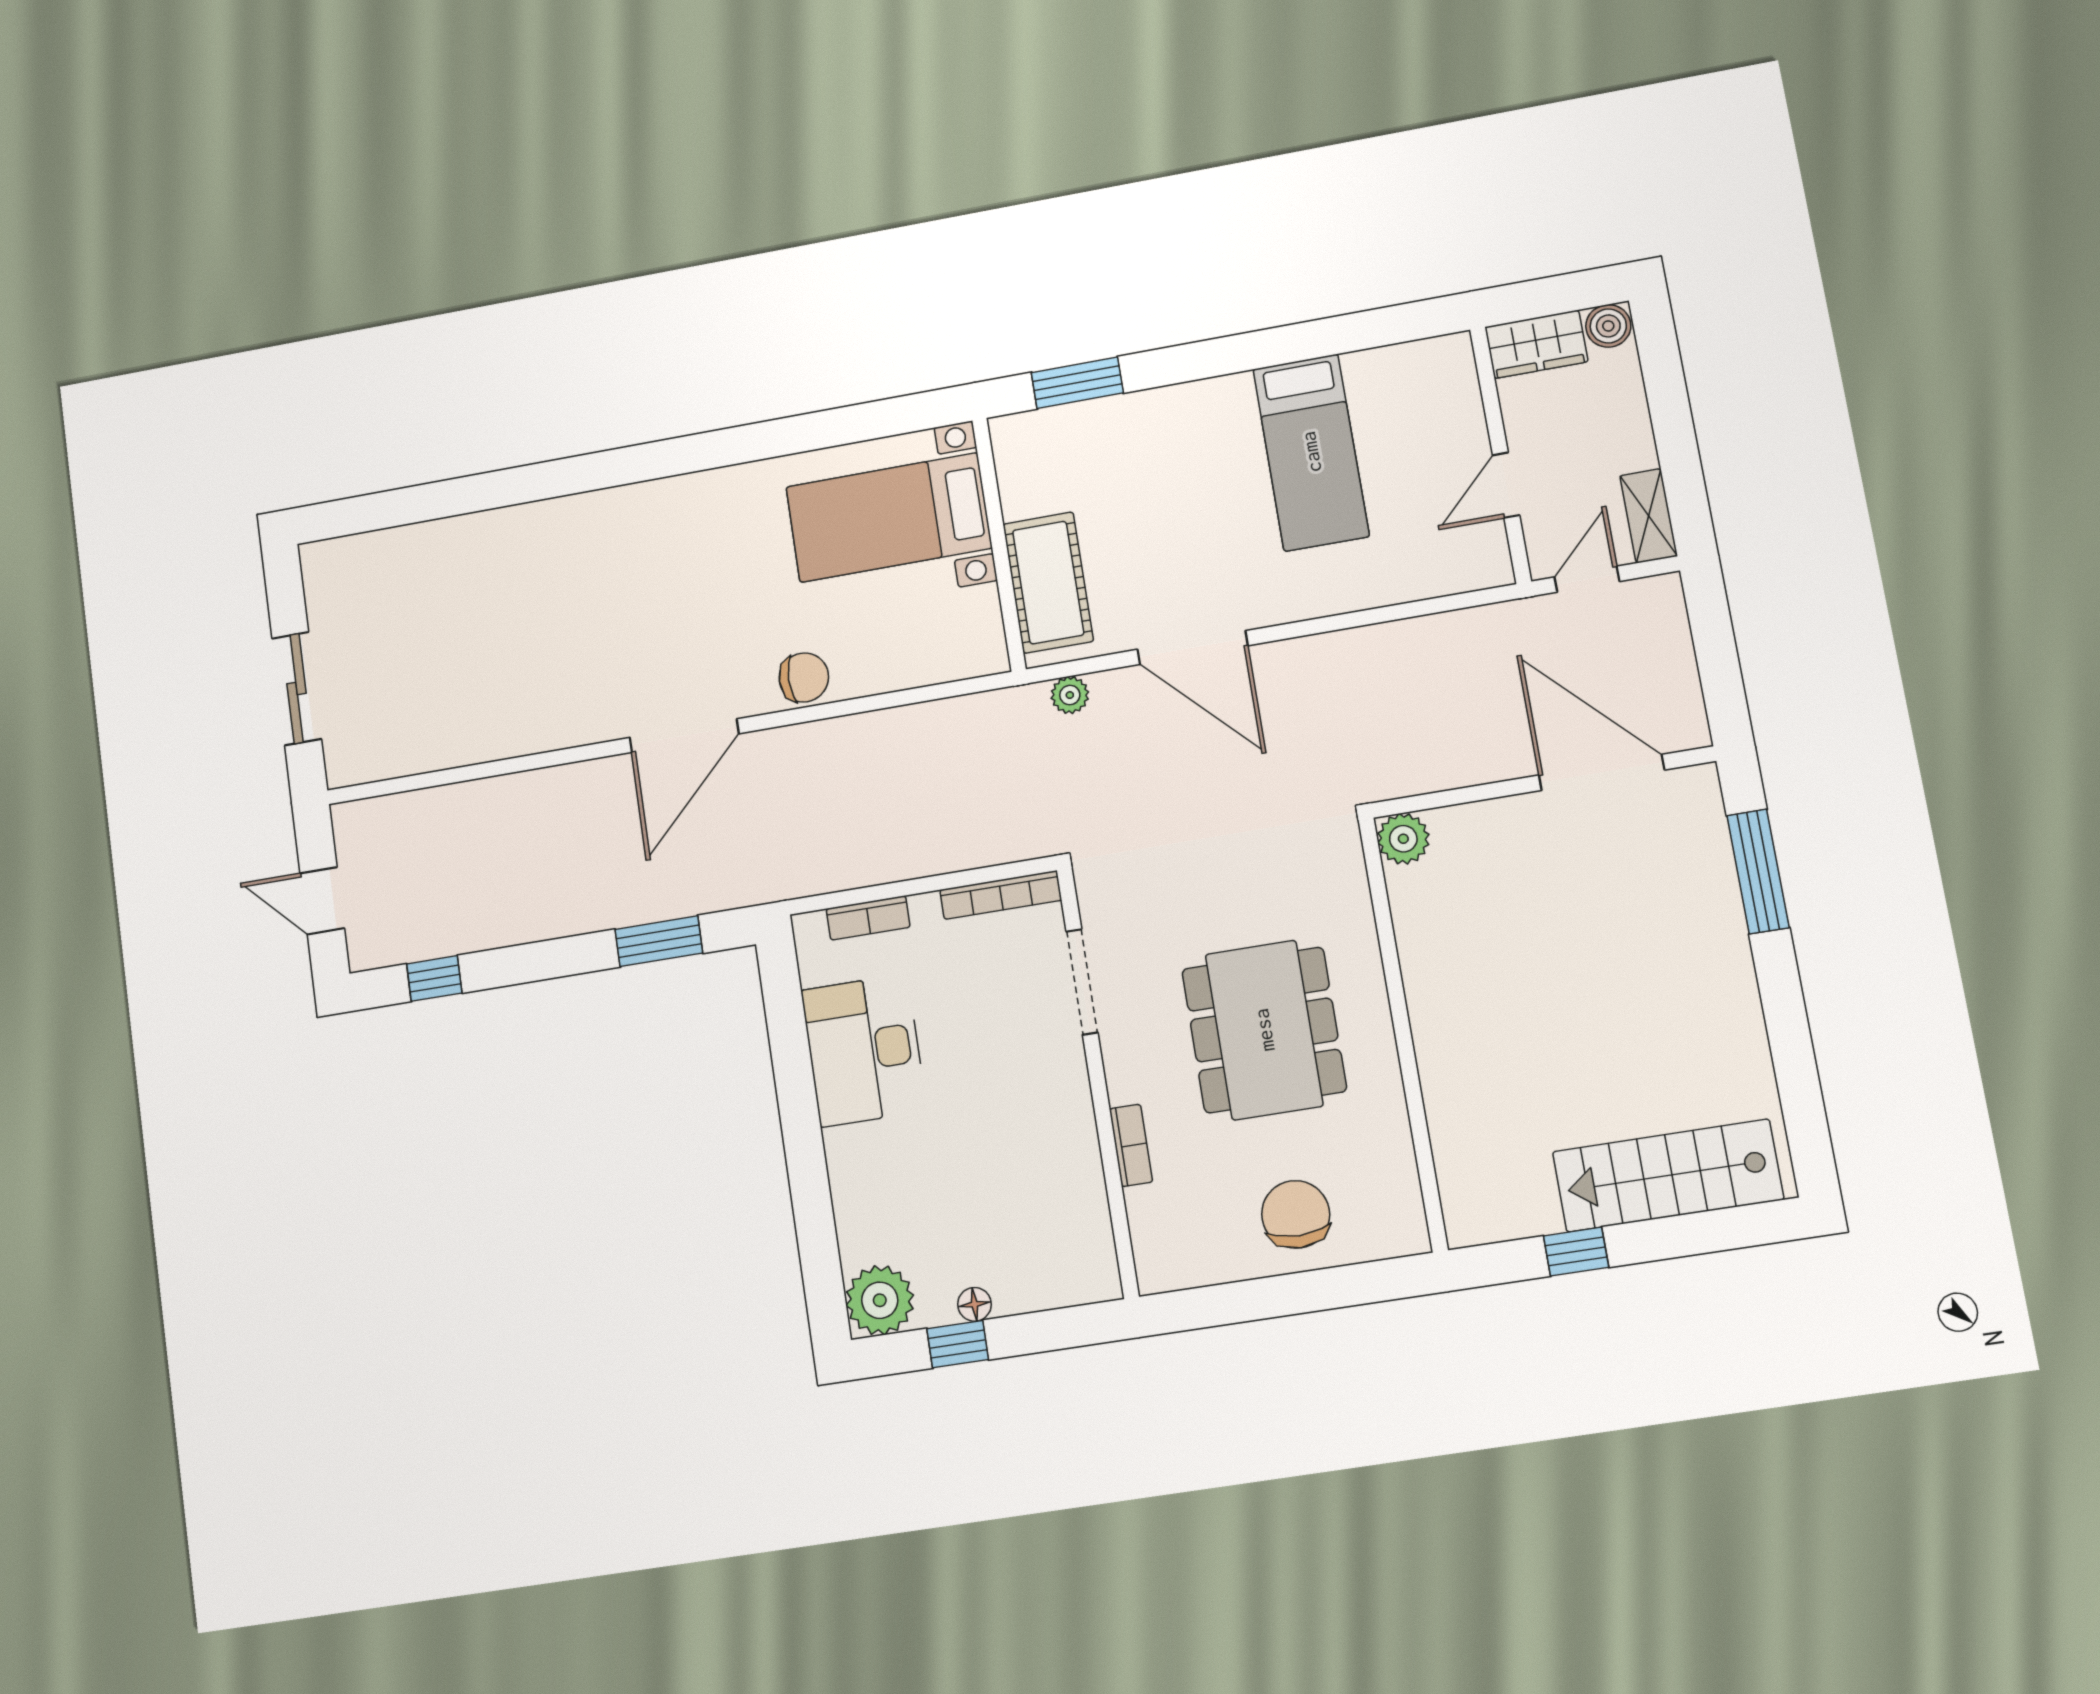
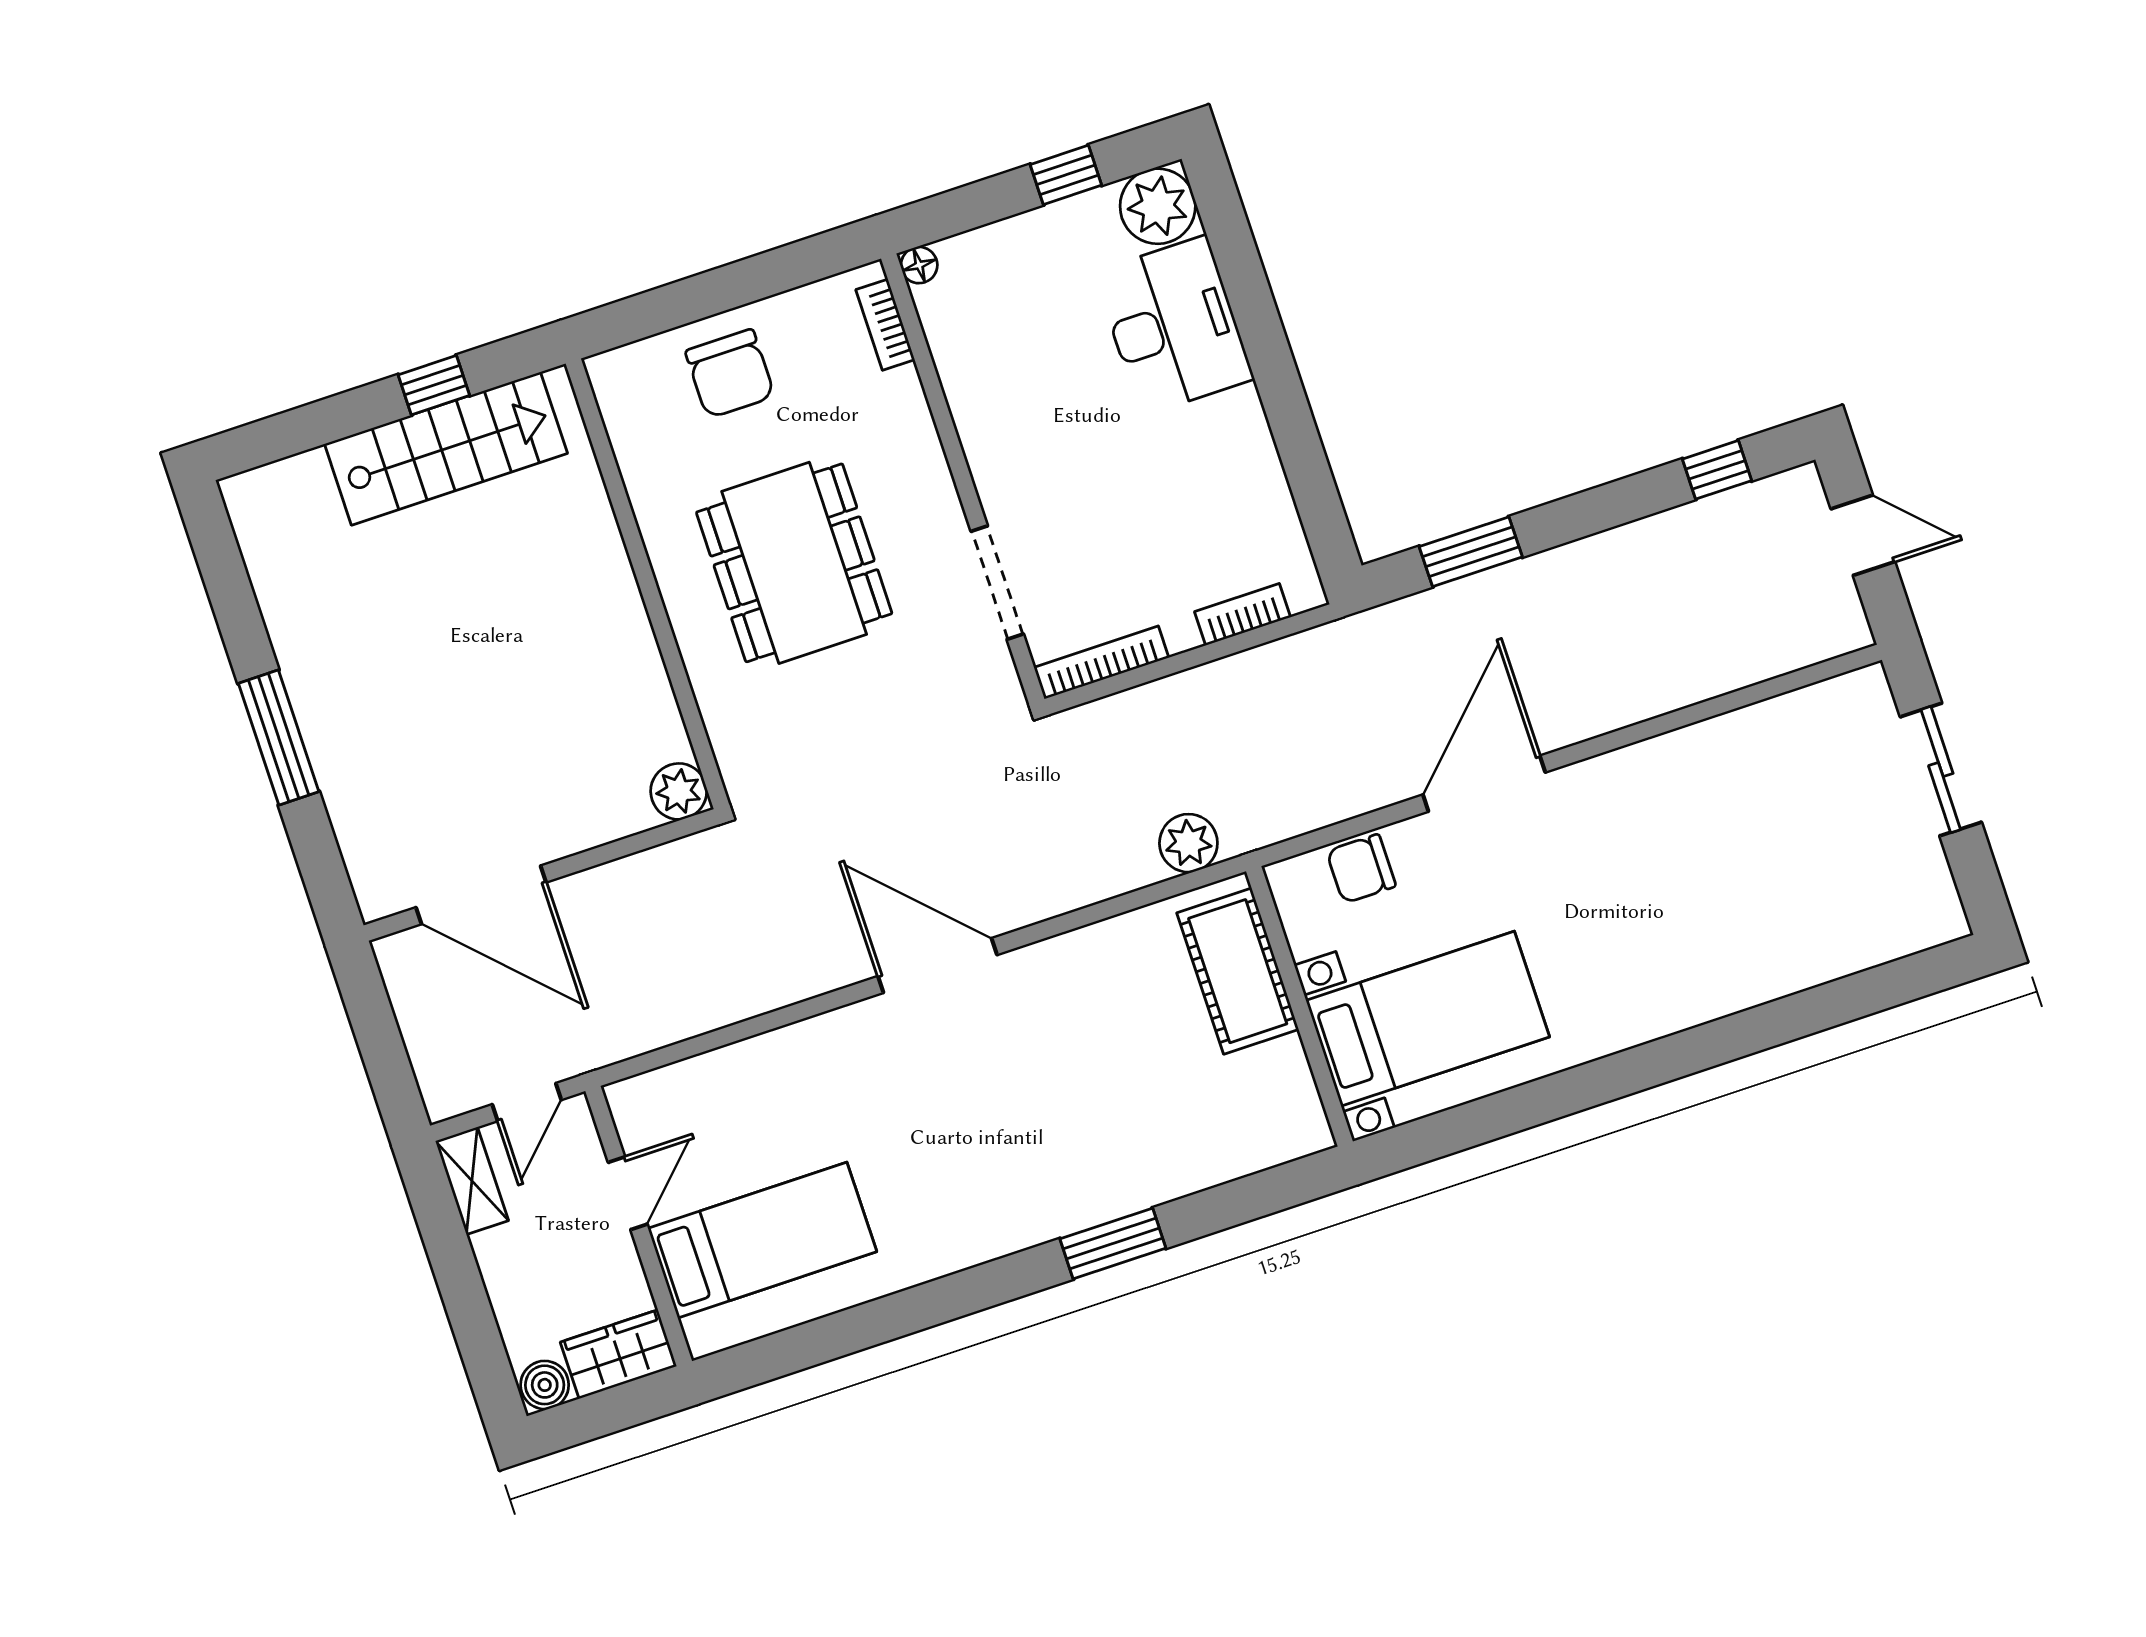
bed: (1311, 452) -> (762, 1240), moved, turned 90
bed with nightstands: (889, 518) -> (1428, 1019), moved
wall: (999, 544) -> (1299, 1006), moved
cot: (1048, 583) -> (1238, 971), moved
plant: (1070, 695) -> (1188, 843), moved, width x1.38, depth x1.38
window: (1758, 871) -> (279, 737), moved
desk: (864, 1050) -> (1174, 326), moved
bookcase: (1131, 1145) -> (885, 325), moved
stairs: (1668, 1176) -> (446, 449), moved
floor lamp: (974, 1304) -> (919, 265), moved

